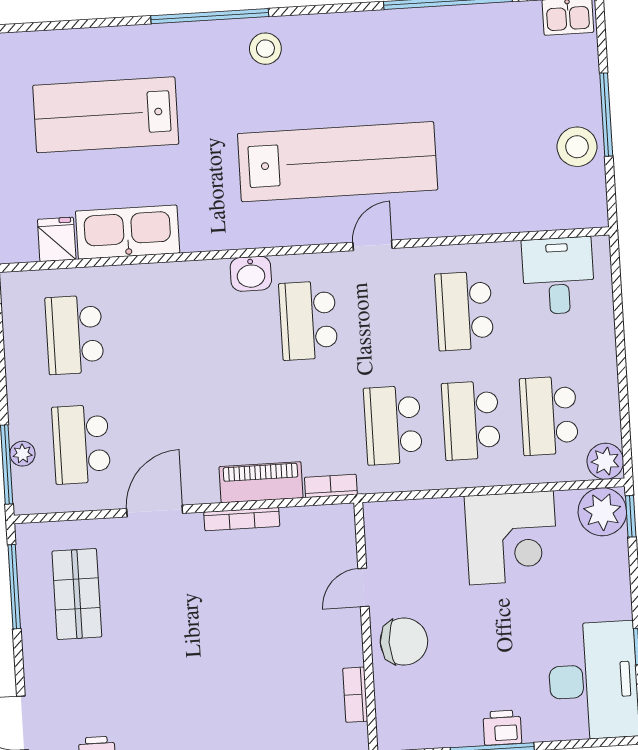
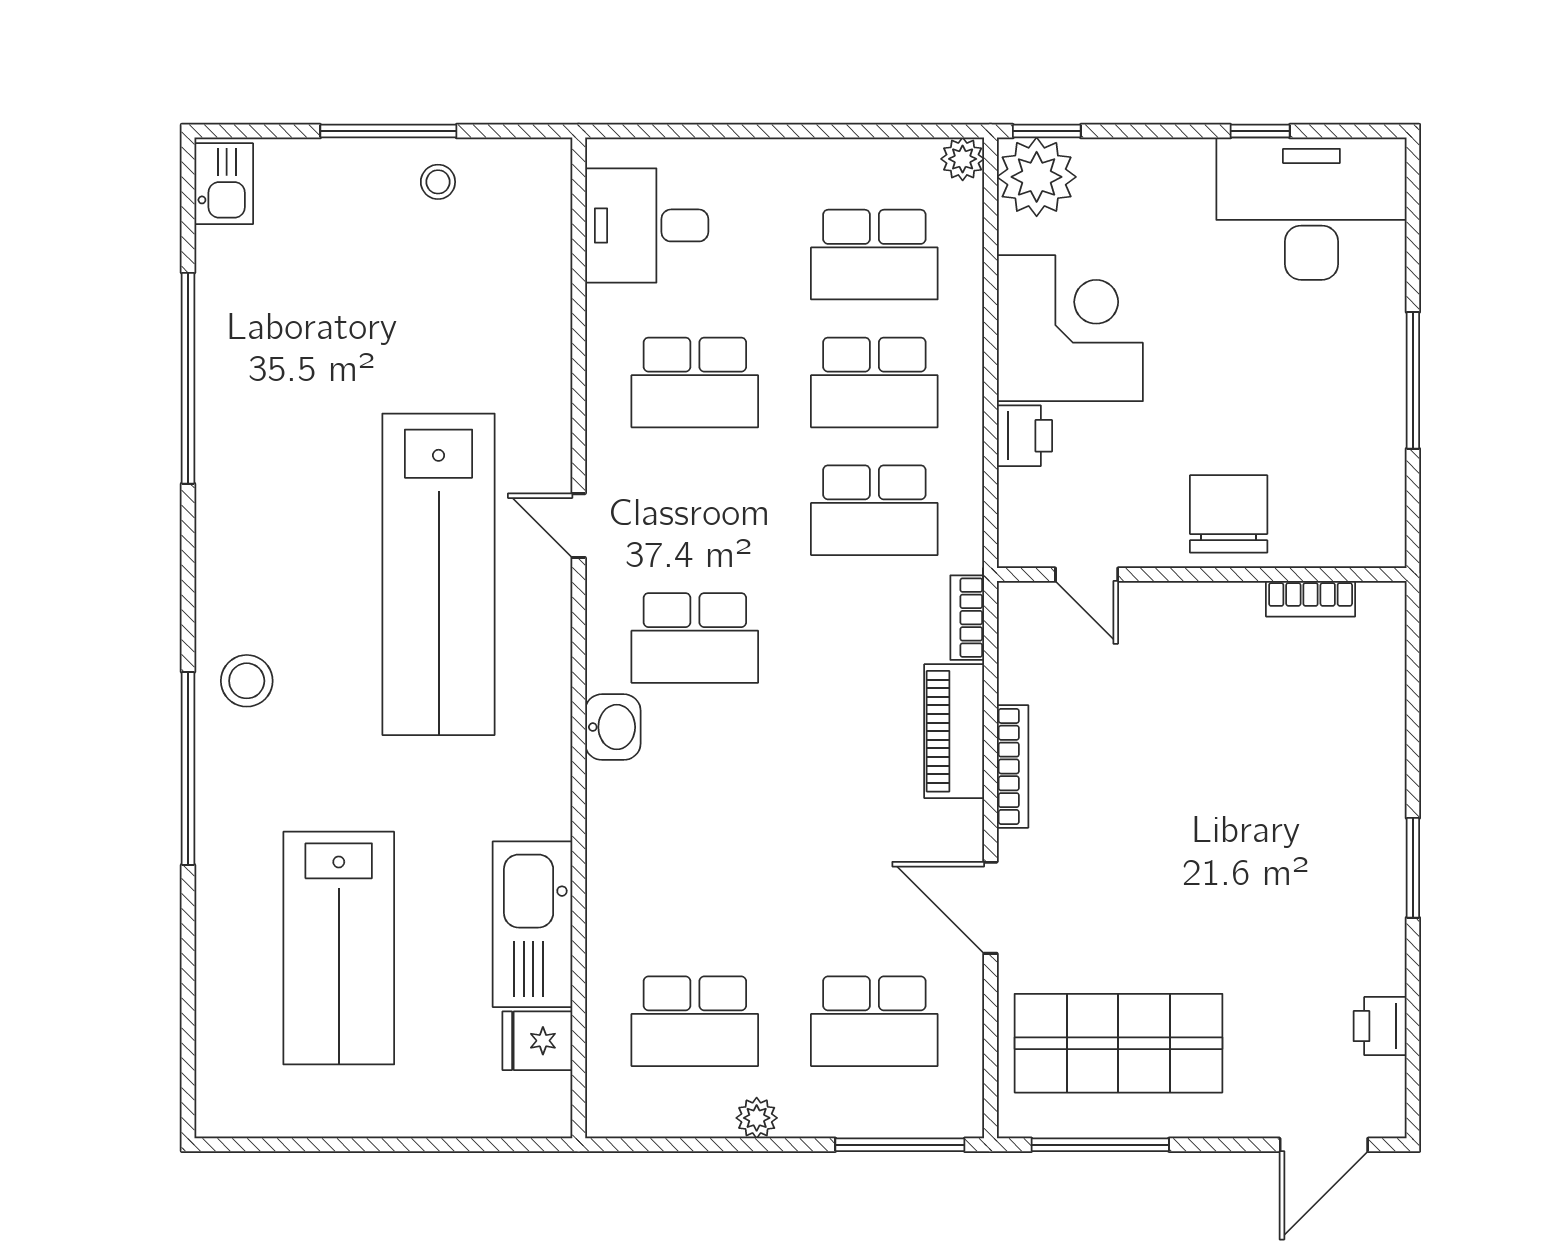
stool: (577, 147) -> (438, 182), width x0.53, depth x0.53
lab bench: (338, 162) -> (439, 574), turned 180
plant: (22, 454) -> (757, 1118), moved
plant: (605, 461) -> (963, 159), width x0.73, depth x0.73
door: (363, 587) -> (1087, 575), moved
shop shelf: (77, 594) -> (1118, 1043), width x1.43, depth x1.36
printer: (502, 728) -> (1024, 436), moved, turned 180

